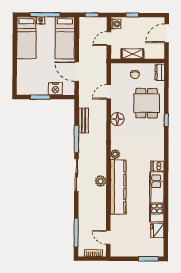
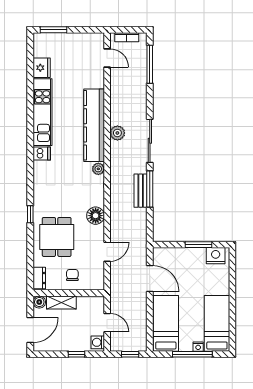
door: (109, 39) -> (107, 323), hinge flipped
shelving: (132, 54) -> (61, 303), moved
boiler: (160, 54) -> (39, 302), added
nightstand: (55, 89) -> (216, 256), moved
bench: (83, 120) -> (141, 191), moved

